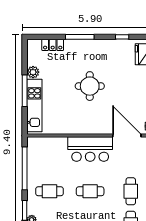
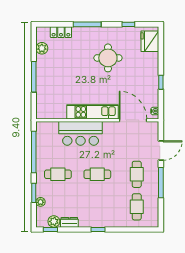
plant: (33, 72) -> (42, 48), moved
round table: (90, 86) -> (108, 58), moved
kitchen unit: (34, 105) -> (93, 112), moved, turned -90
bar counter: (90, 149) -> (81, 133), moved

